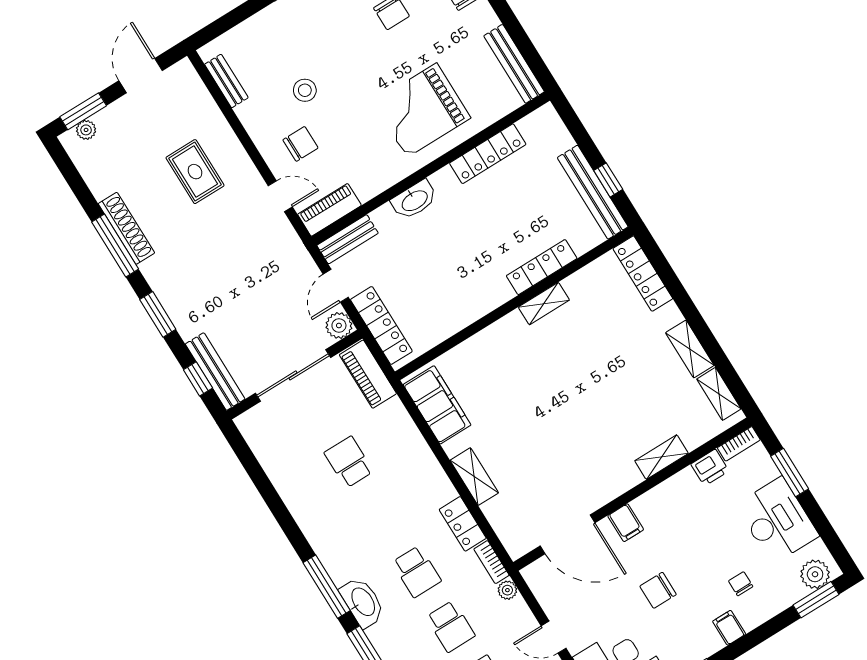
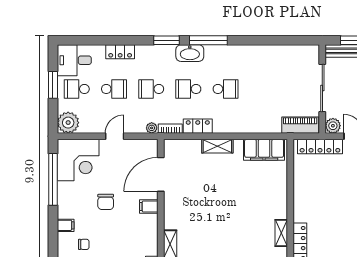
school desk: (349, 462) -> (226, 89), moved
chair: (658, 590) -> (106, 202), turned 180

